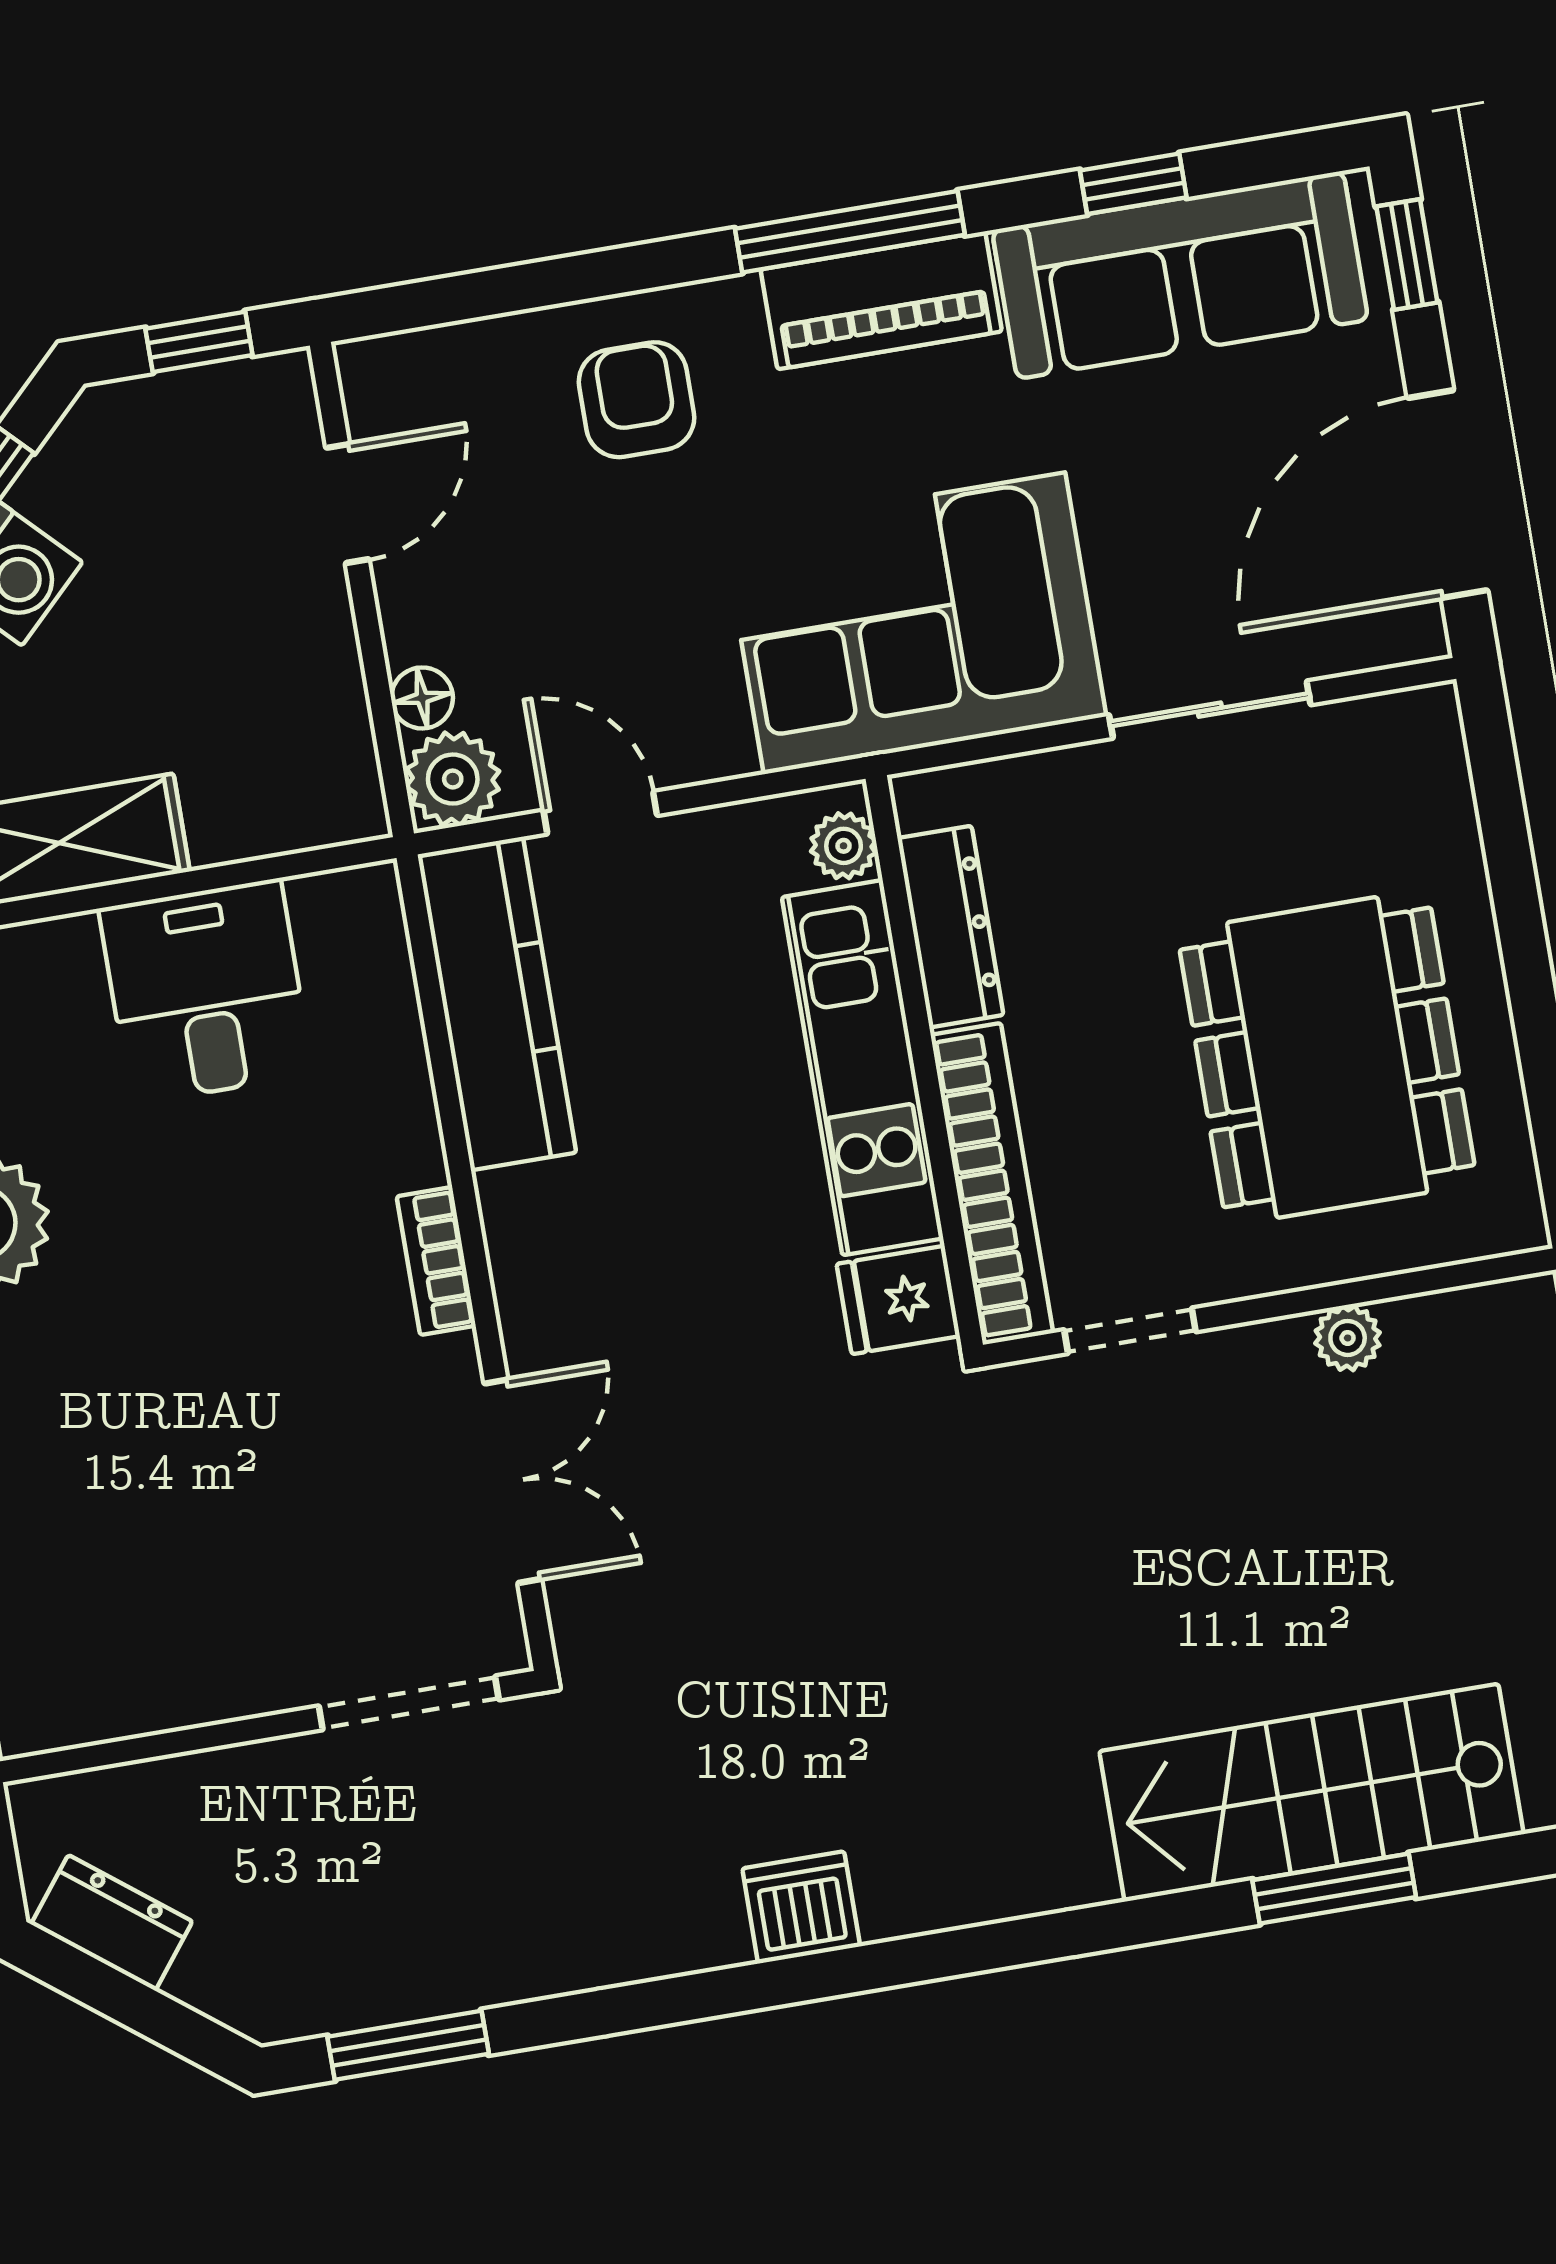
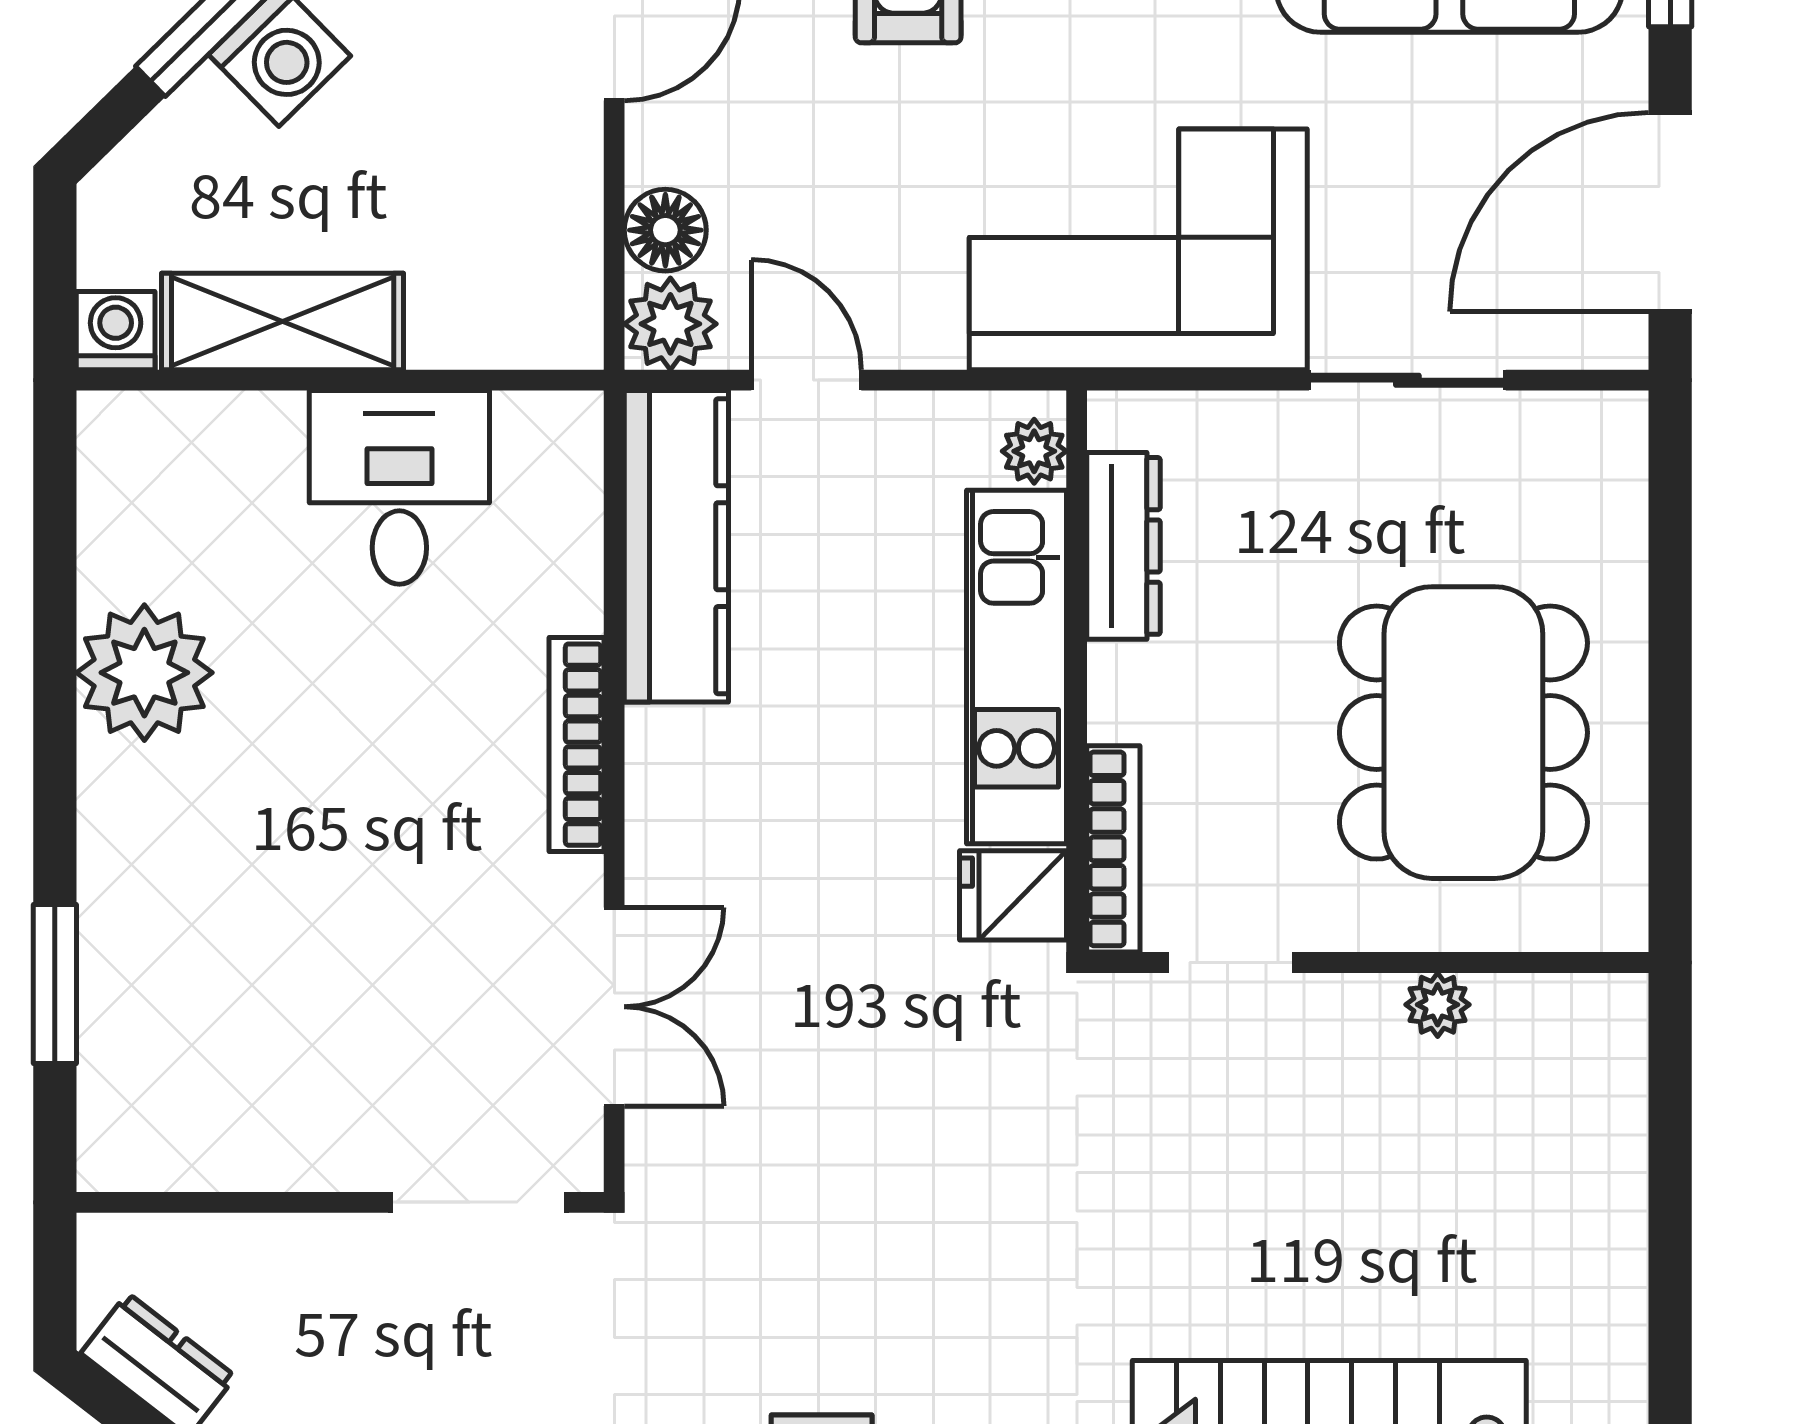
floor lamp: (422, 698) -> (665, 230), width x1.37, depth x1.37
bookcase: (992, 1184) -> (1113, 849), width x0.68, depth x0.76
bookcase: (436, 1261) -> (576, 745), width x1.56

